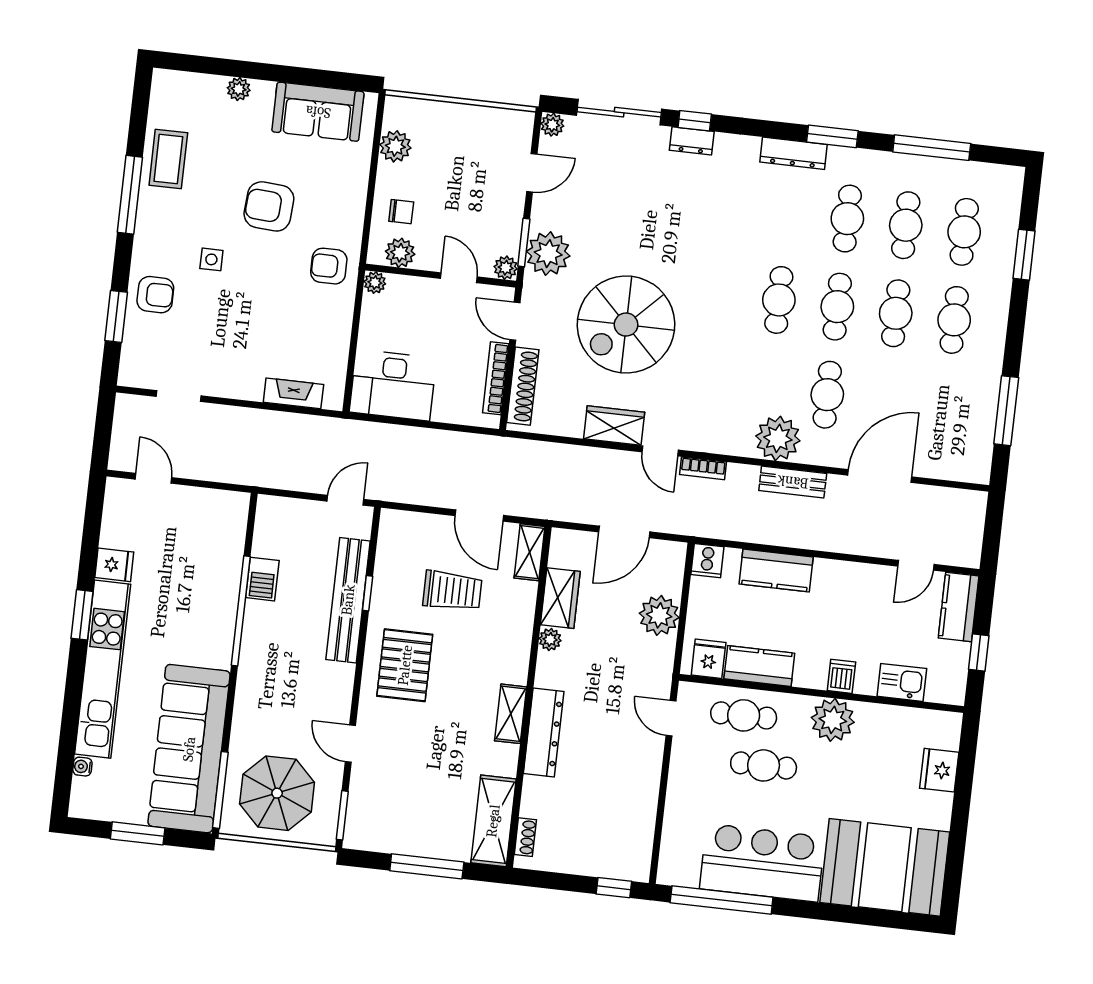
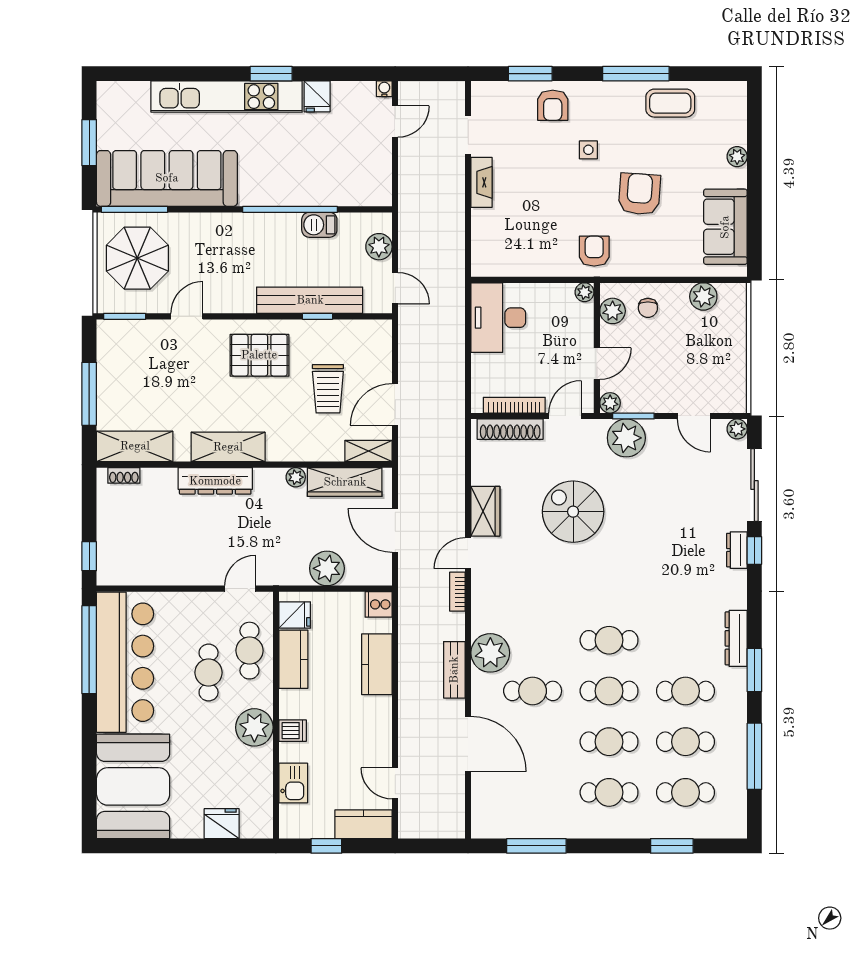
spiral stairs: (626, 325) -> (573, 512), width x0.73, depth x0.73
fireplace: (293, 393) -> (482, 182), moved
plant: (295, 513) -> (379, 247), added
wardrobe: (560, 598) -> (345, 482), width x1.50
shelving: (511, 714) -> (228, 447), width x1.50, depth x1.33
water cooler: (82, 767) -> (384, 89), moved
bar counter: (762, 863) -> (125, 662), width x1.36

